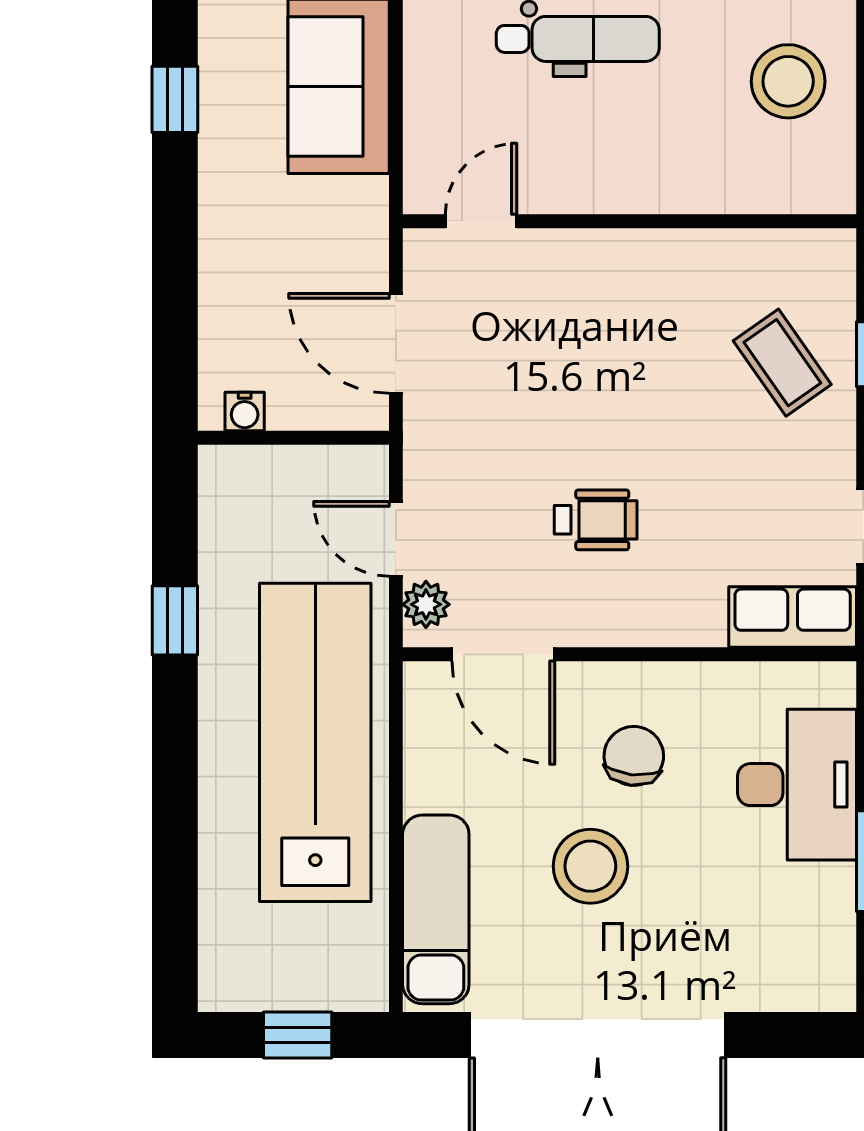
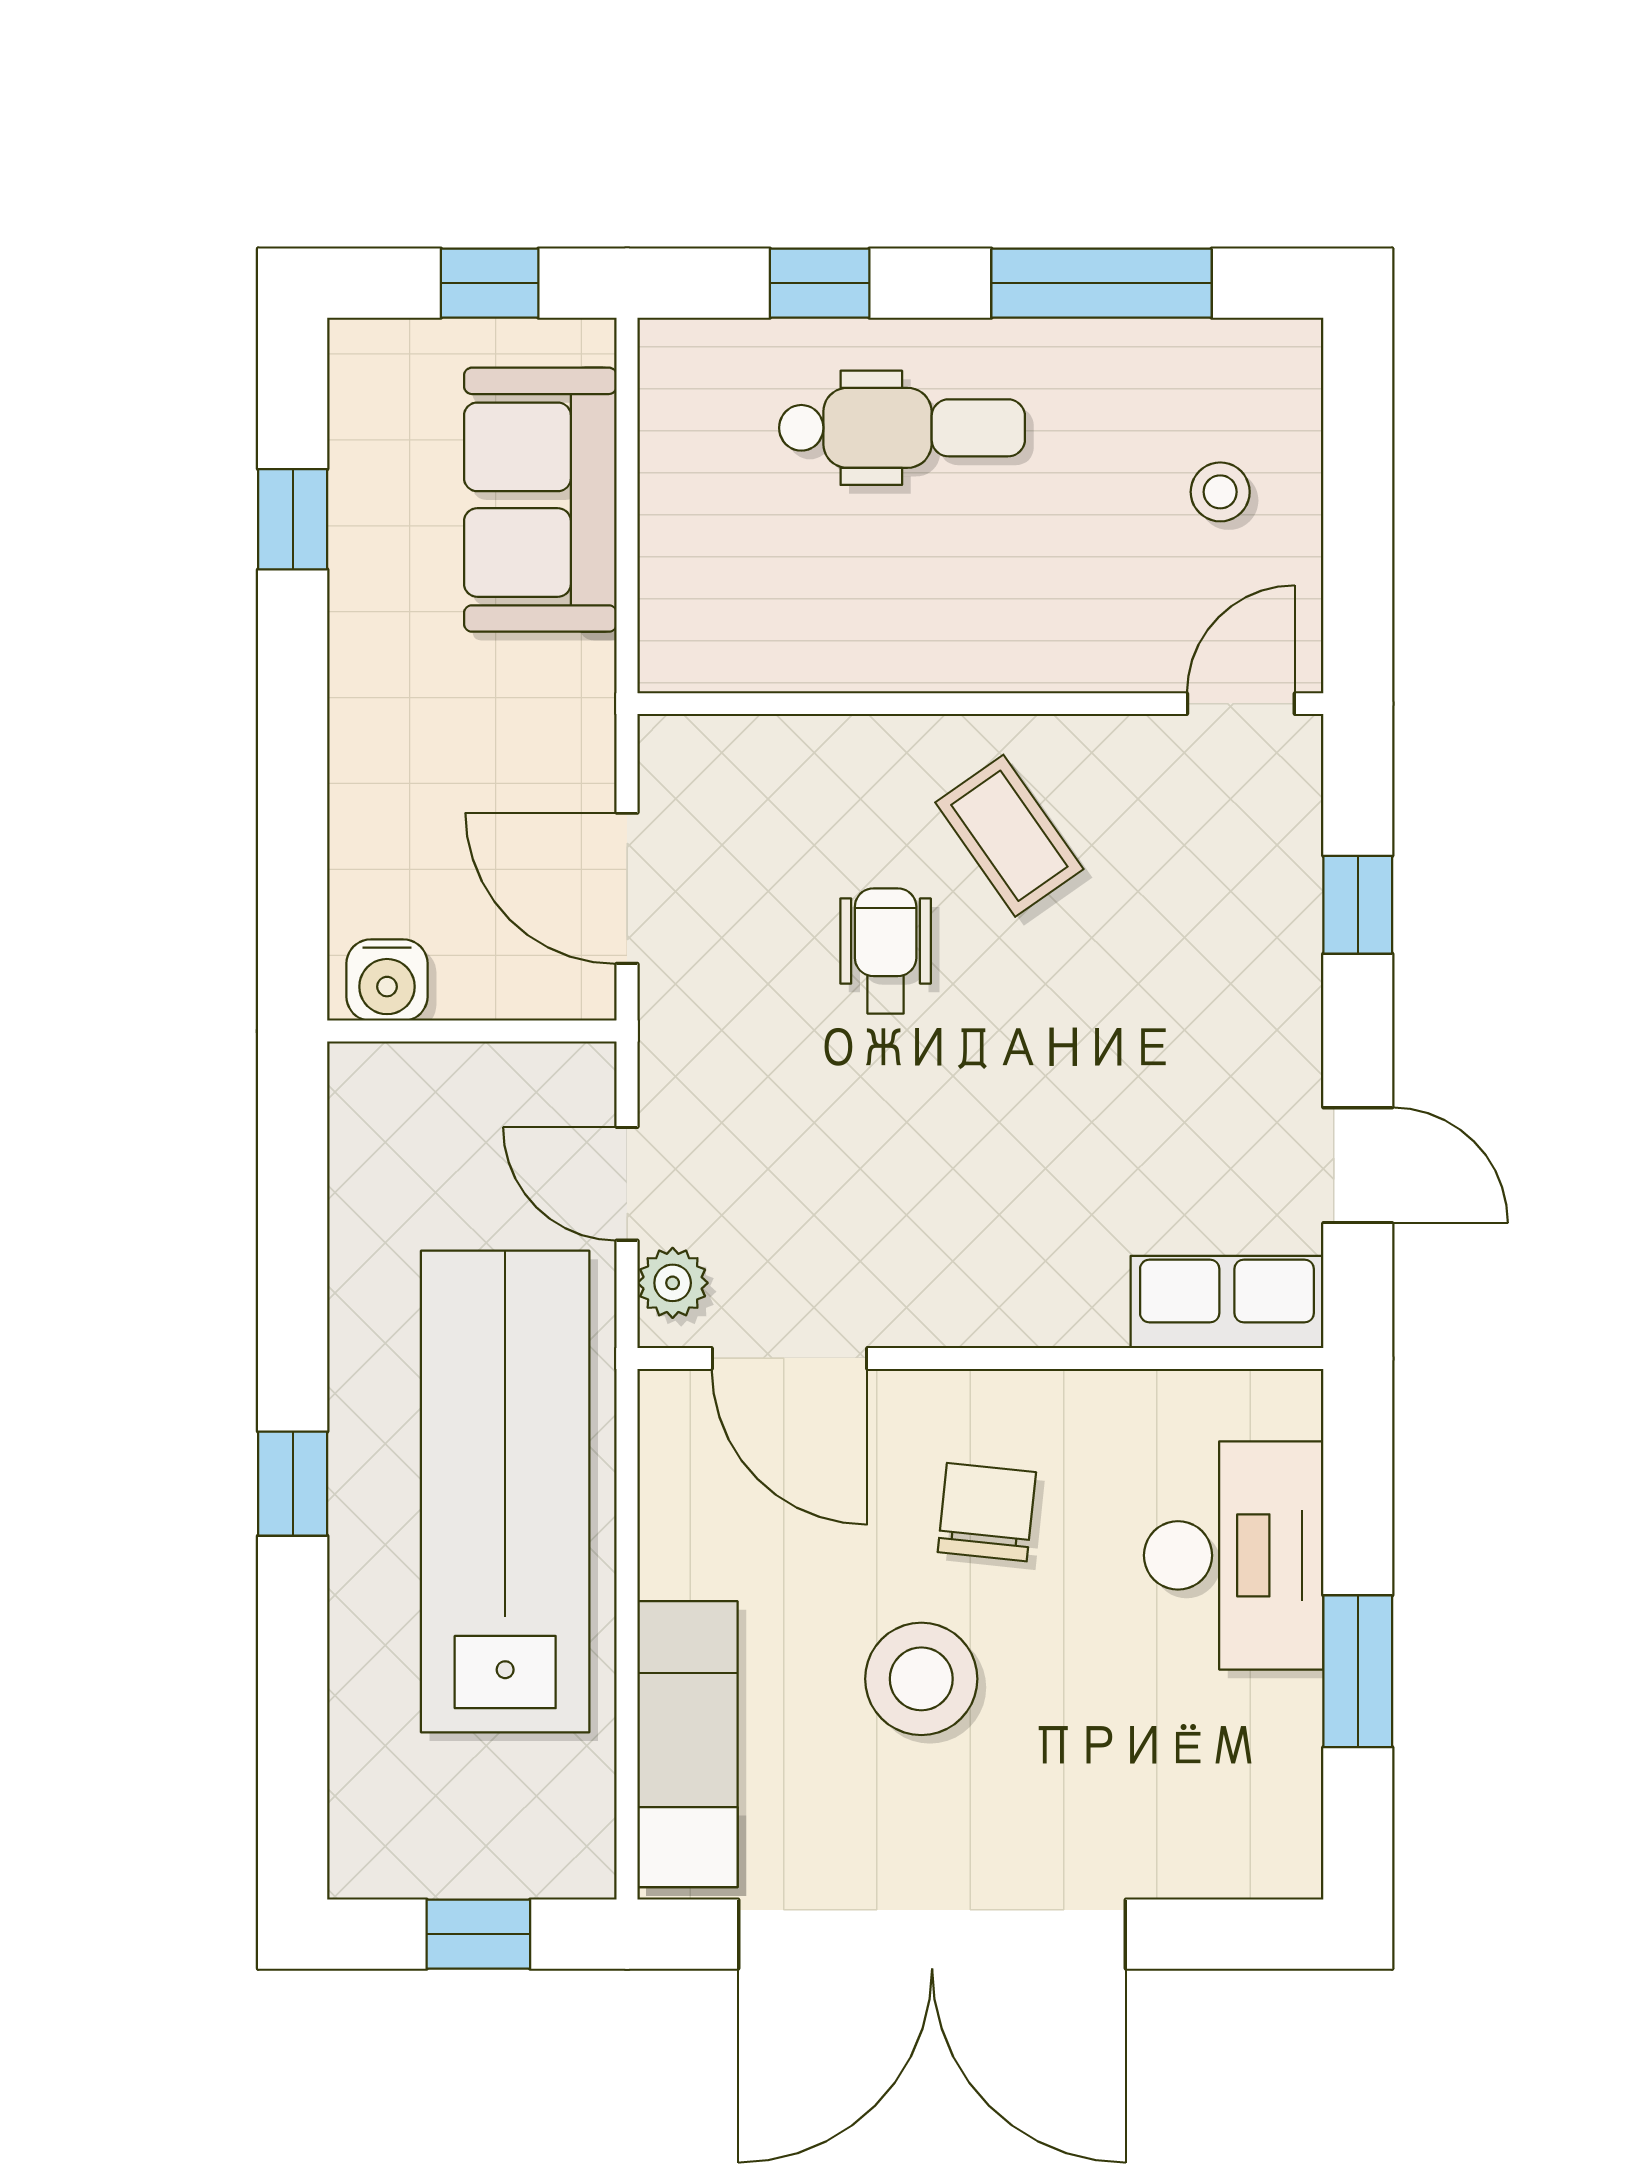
stool: (788, 81) -> (1220, 492), width x0.53, depth x0.53
door: (481, 221) -> (1241, 704), moved
coffee table: (782, 363) -> (1009, 836), moved
water cooler: (245, 412) -> (387, 980), width x1.38, depth x1.38
wheelchair: (596, 520) -> (886, 951), moved, turned -90
window: (175, 620) -> (293, 1484), moved

